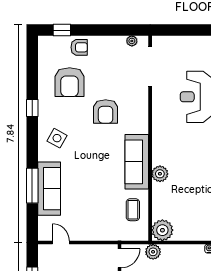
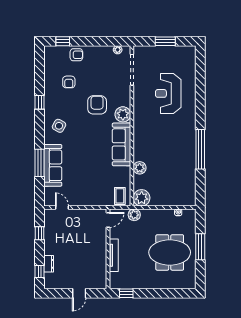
window: (193, 30) -> (165, 41), added
armchair: (70, 82) -> (69, 82), width x0.53, depth x0.53
armchair: (106, 111) -> (97, 105), turned 180
plant: (139, 124) -> (123, 114), added
plant: (160, 174) -> (140, 168), moved
coffee table: (133, 210) -> (120, 196), moved

